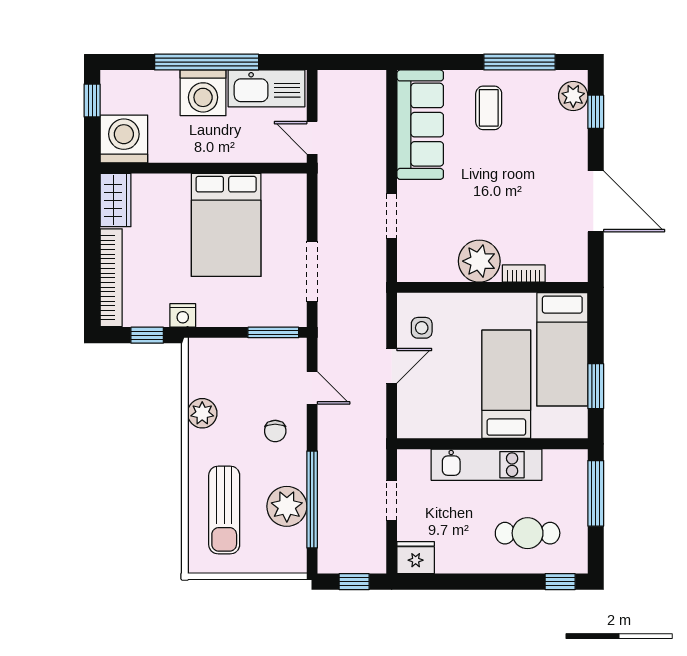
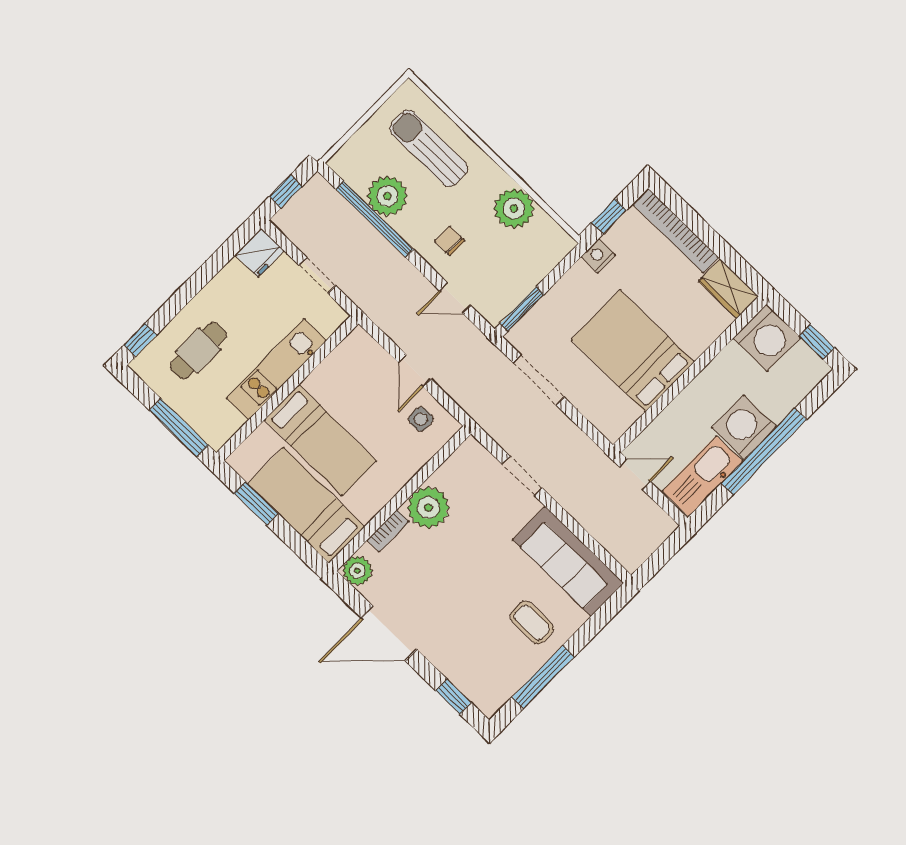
plant: (573, 96) -> (357, 571), moved
plant: (202, 413) -> (514, 208), width x1.36, depth x1.36

